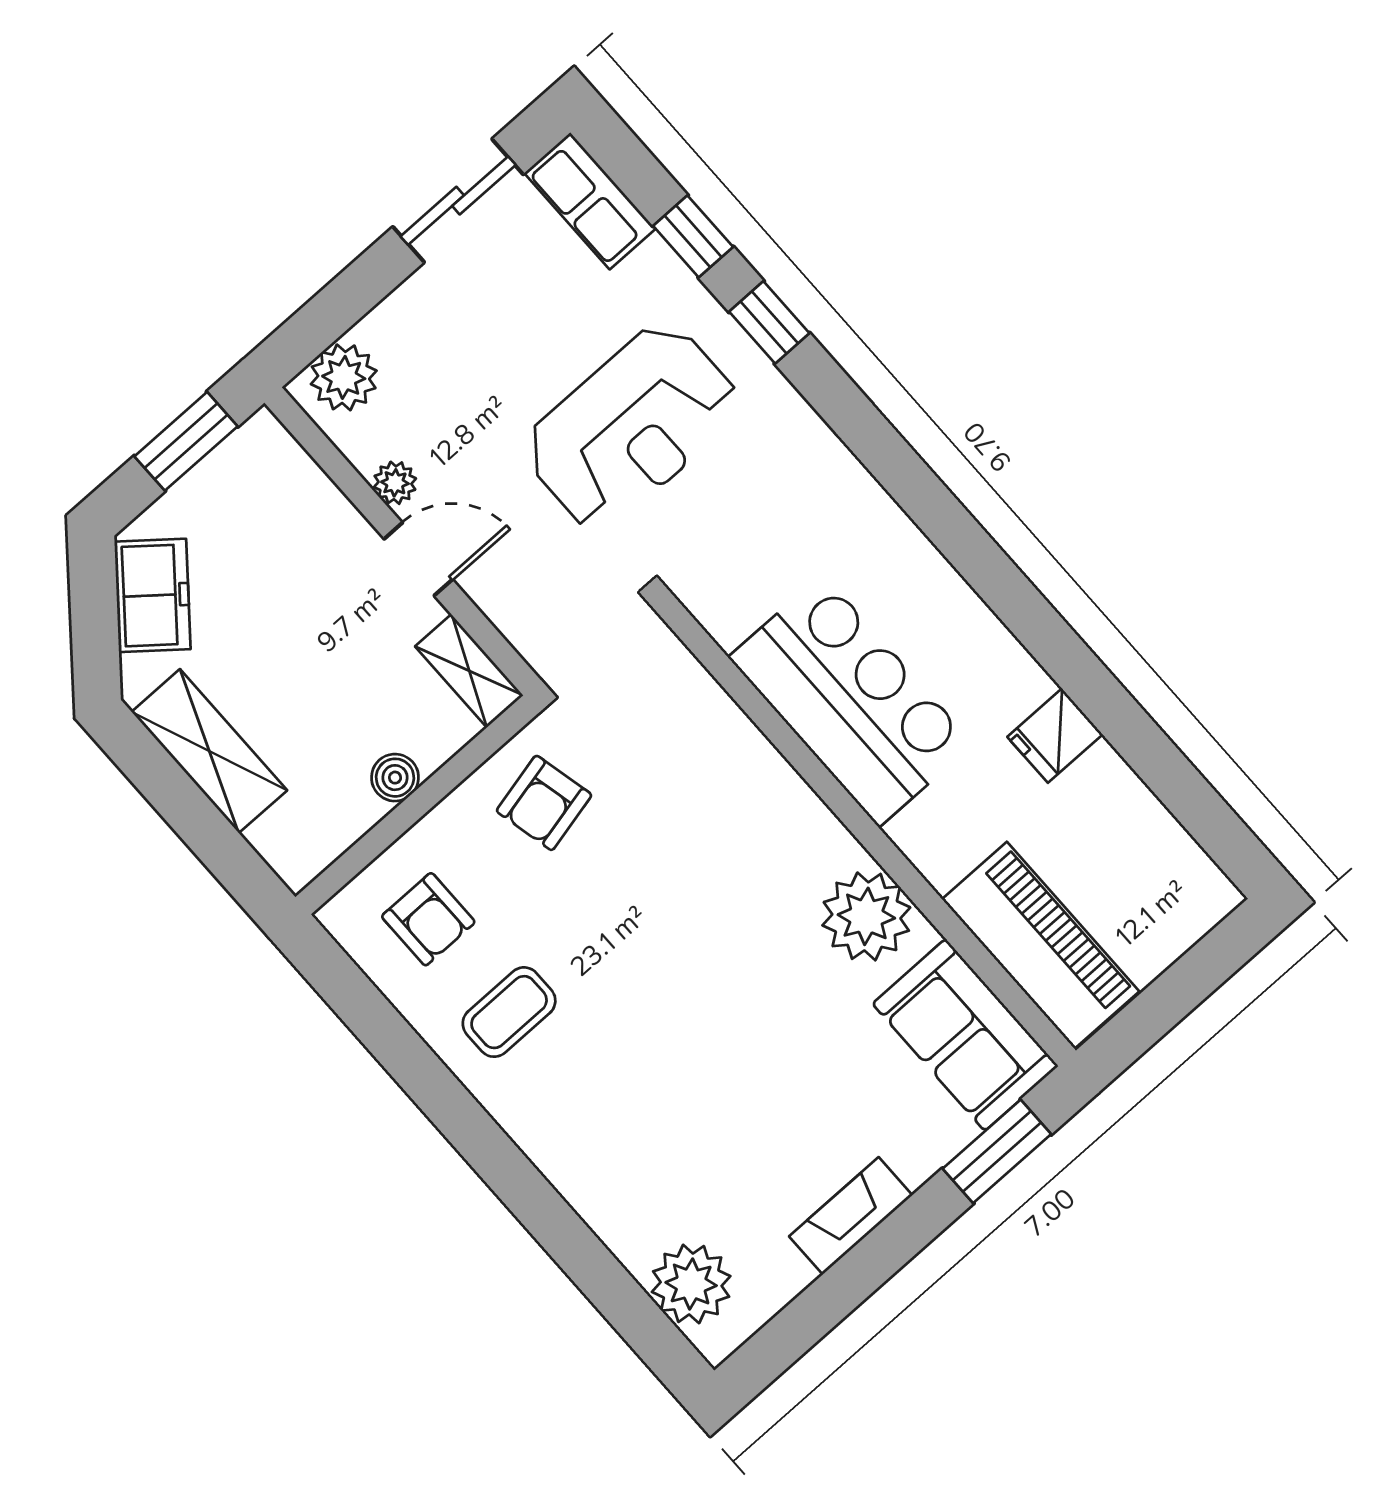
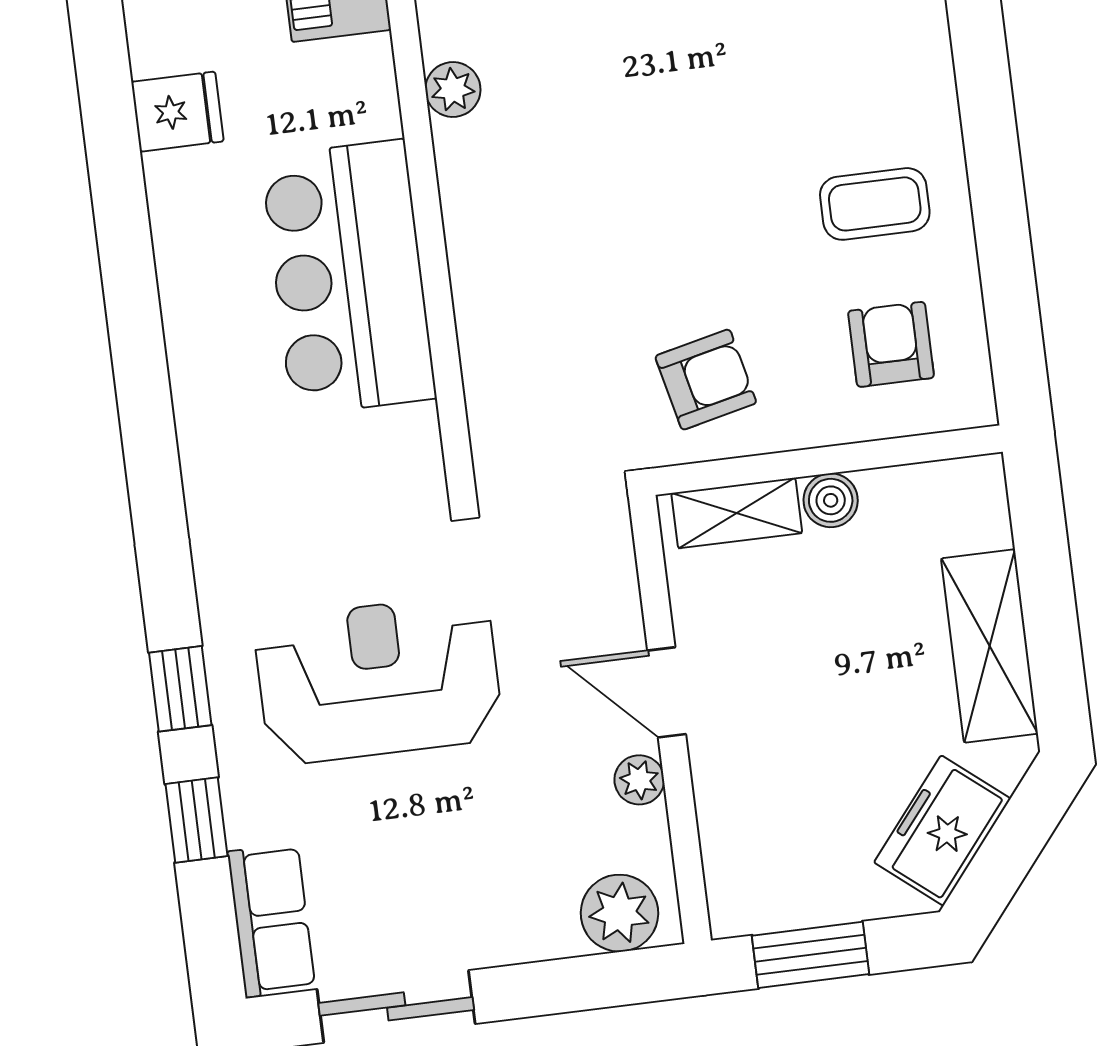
shelving: (469, 671) -> (737, 513), moved, turned 90
plant: (866, 916) -> (453, 90), width x0.53, depth x0.53

